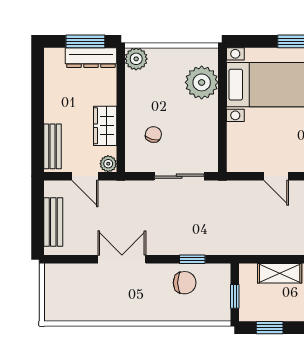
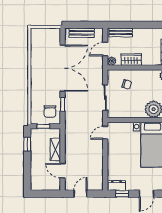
door: (276, 176) -> (105, 133), moved
double door: (122, 259) -> (63, 68), width x1.87
chair: (185, 283) -> (50, 111), moved

